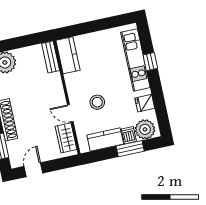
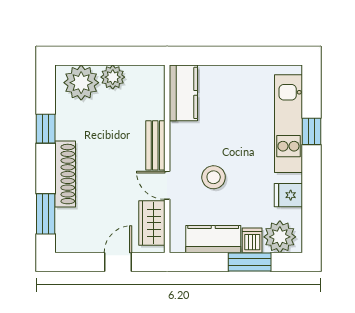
plant: (23, 55) -> (113, 77), added
bench: (51, 57) -> (155, 145), moved
door: (33, 170) -> (118, 262), moved

